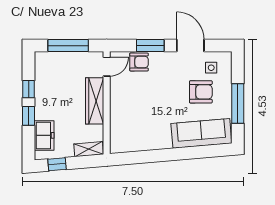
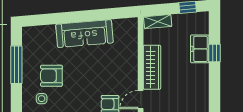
window: (29, 89) -> (215, 78), removed
sofa: (201, 133) -> (84, 34), moved
freezer: (44, 135) -> (200, 49), moved

